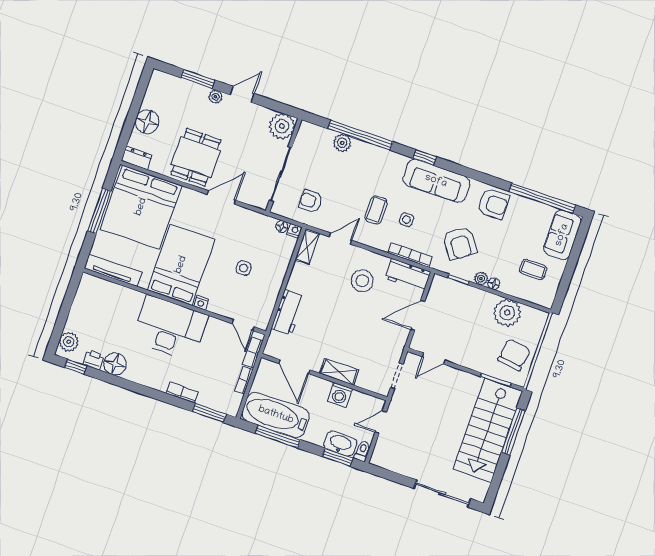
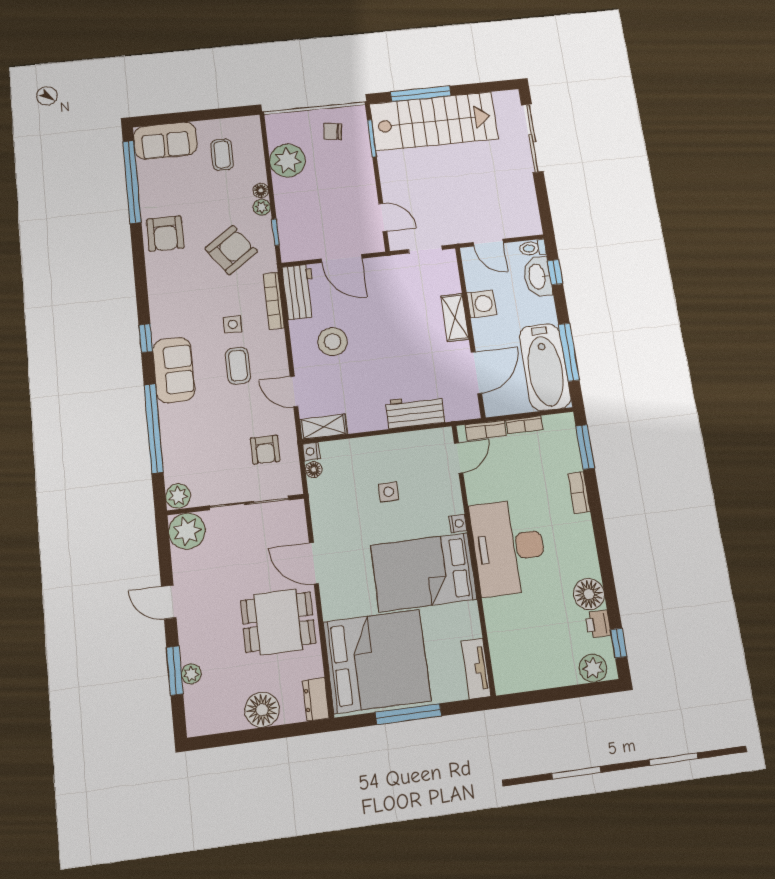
plant: (216, 97) -> (191, 674), moved
plant: (342, 143) -> (178, 496), moved
sofa: (436, 181) -> (174, 370), moved, width x0.73
armchair: (493, 204) -> (165, 234), turned 180
coffee table: (376, 210) -> (238, 366), turned 90
tv unit: (113, 270) -> (476, 669), width x0.71
chair: (514, 355) -> (333, 131), width x0.54, depth x0.54
window: (338, 457) -> (555, 272), width x0.67

